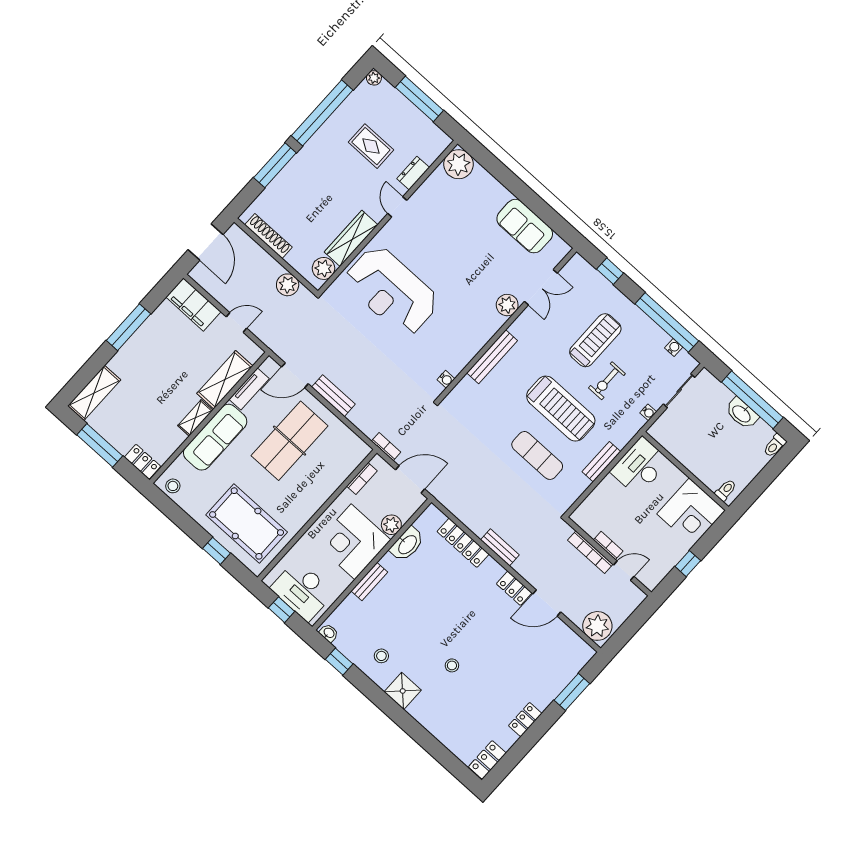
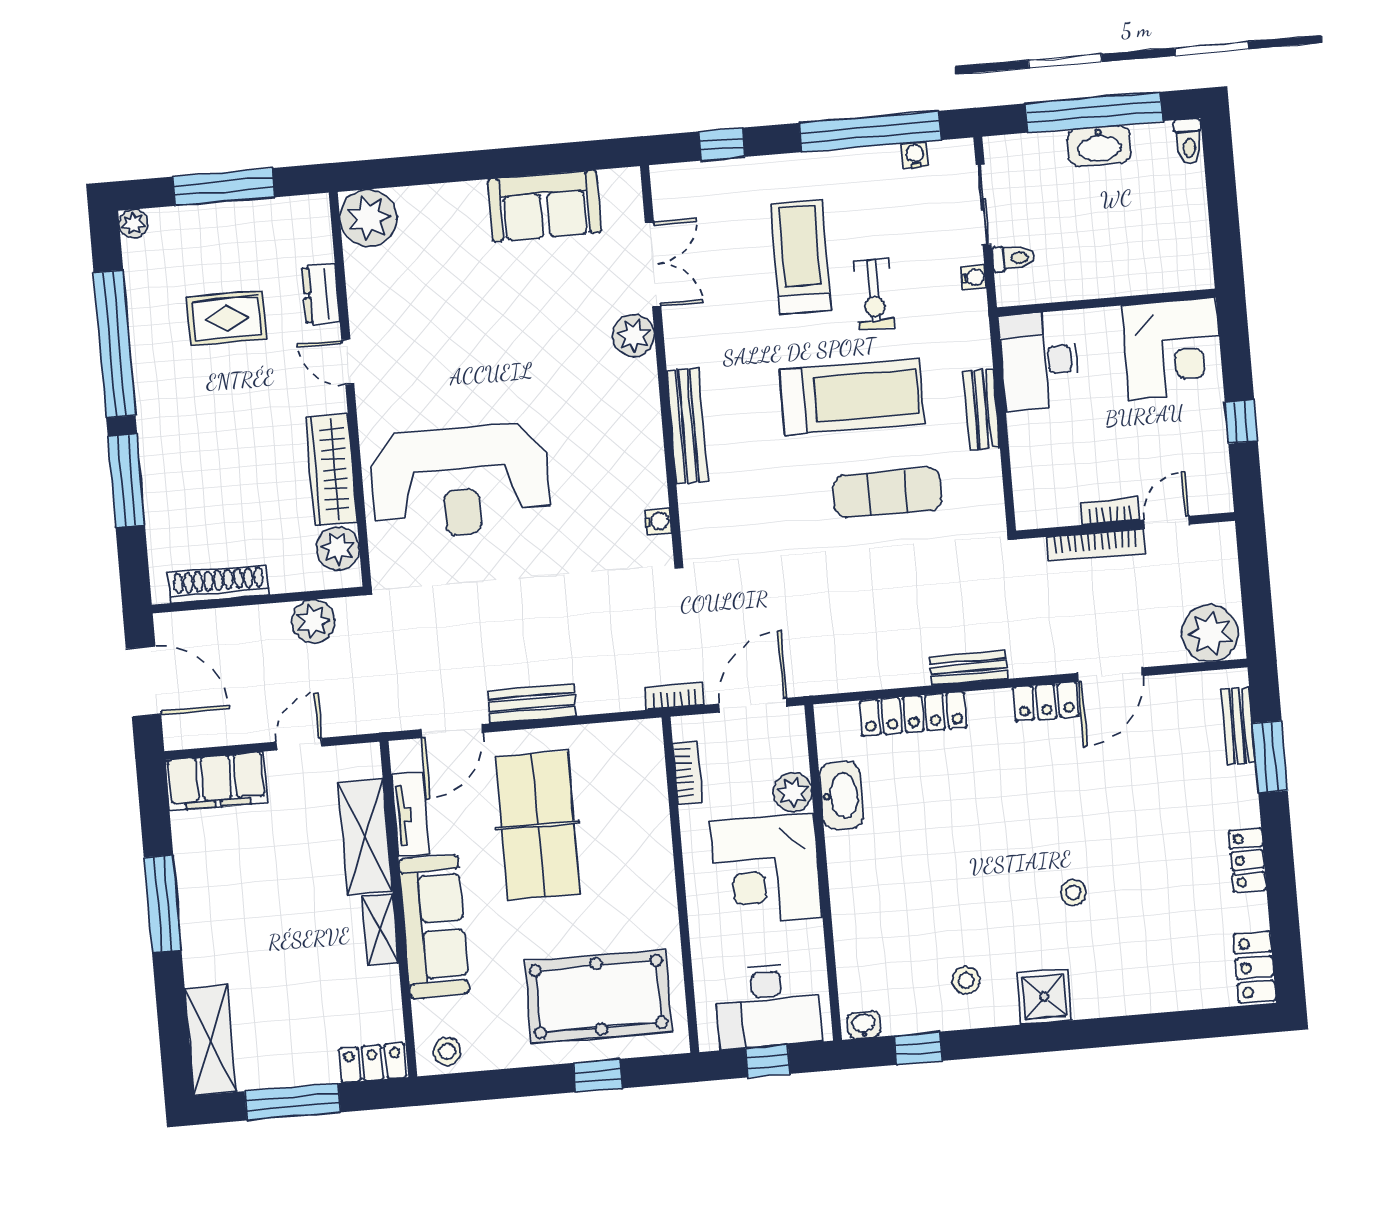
toilet: (726, 490) -> (1013, 258), moved, turned 90
bench: (369, 582) -> (1238, 726), moved

